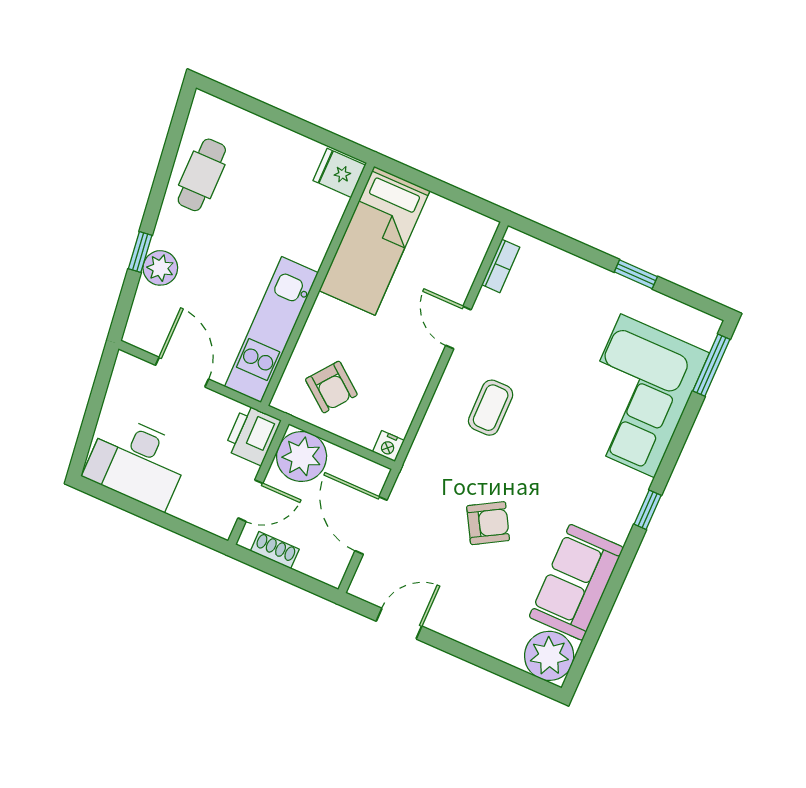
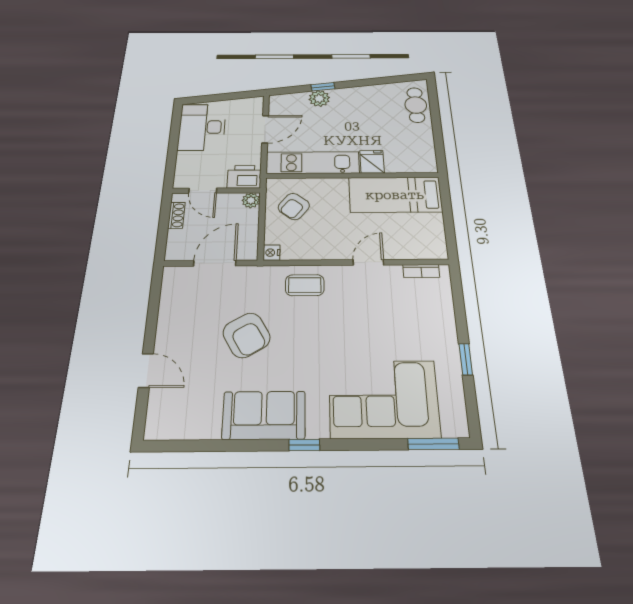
fridge: (339, 173) -> (372, 162), moved
cafe table: (202, 175) -> (416, 105), moved, turned 90
coffee table: (491, 408) -> (305, 285), moved
plant: (302, 456) -> (251, 200), width x0.53, depth x0.53
armchair: (488, 523) -> (247, 335), width x1.38, depth x1.38
sofa: (576, 582) -> (264, 415), moved
door: (399, 624) -> (146, 370), moved
plant: (549, 656) -> (165, 420), removed

